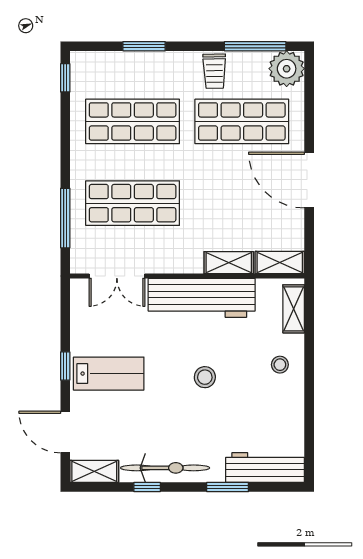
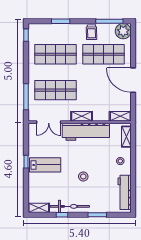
shelving: (229, 263) -> (82, 116), moved
stool: (205, 377) -> (83, 176), moved
door: (65, 432) -> (26, 191), removed
workbench: (265, 468) -> (125, 192), moved, turned -90

